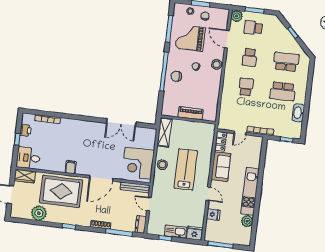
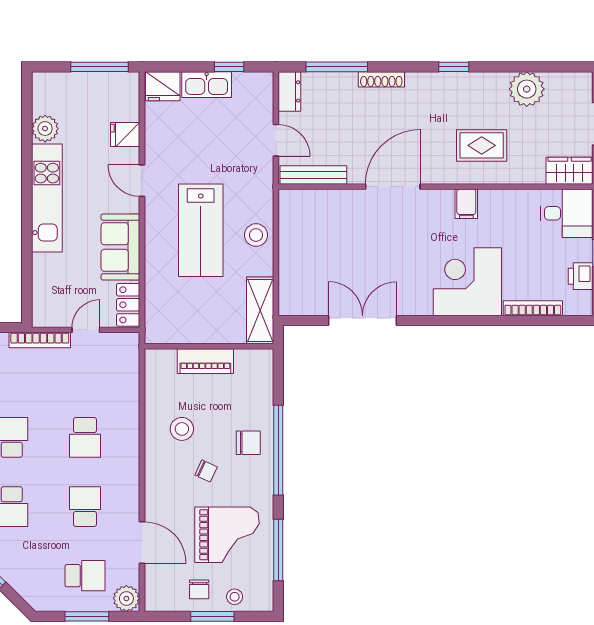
stool: (217, 64) -> (182, 429), moved
corner desk: (138, 163) -> (467, 282), moved, turned -90
rug: (61, 191) -> (482, 145), width x0.54, depth x0.49

